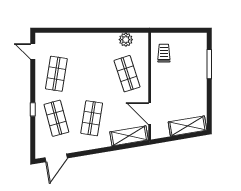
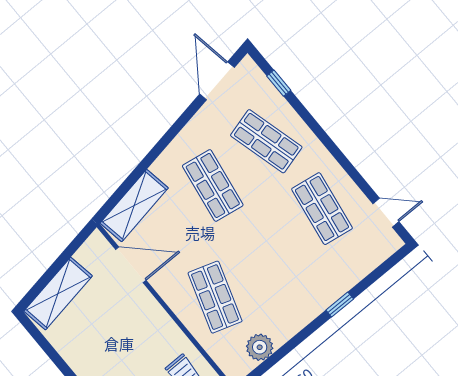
window: (81, 30) -> (340, 305), added
shop shelf: (127, 74) -> (215, 297), turned 36
window: (33, 109) -> (279, 83), moved

